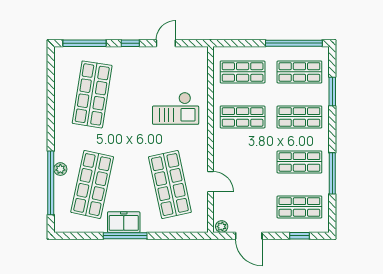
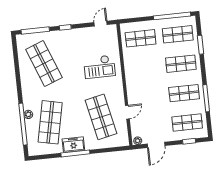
door: (166, 43) -> (101, 24), moved
shop shelf: (92, 94) -> (44, 63), turned -30
shop shelf: (243, 117) -> (144, 68), removed
door: (211, 182) -> (127, 112), hinge flipped
door: (249, 236) -> (156, 145), hinge flipped

